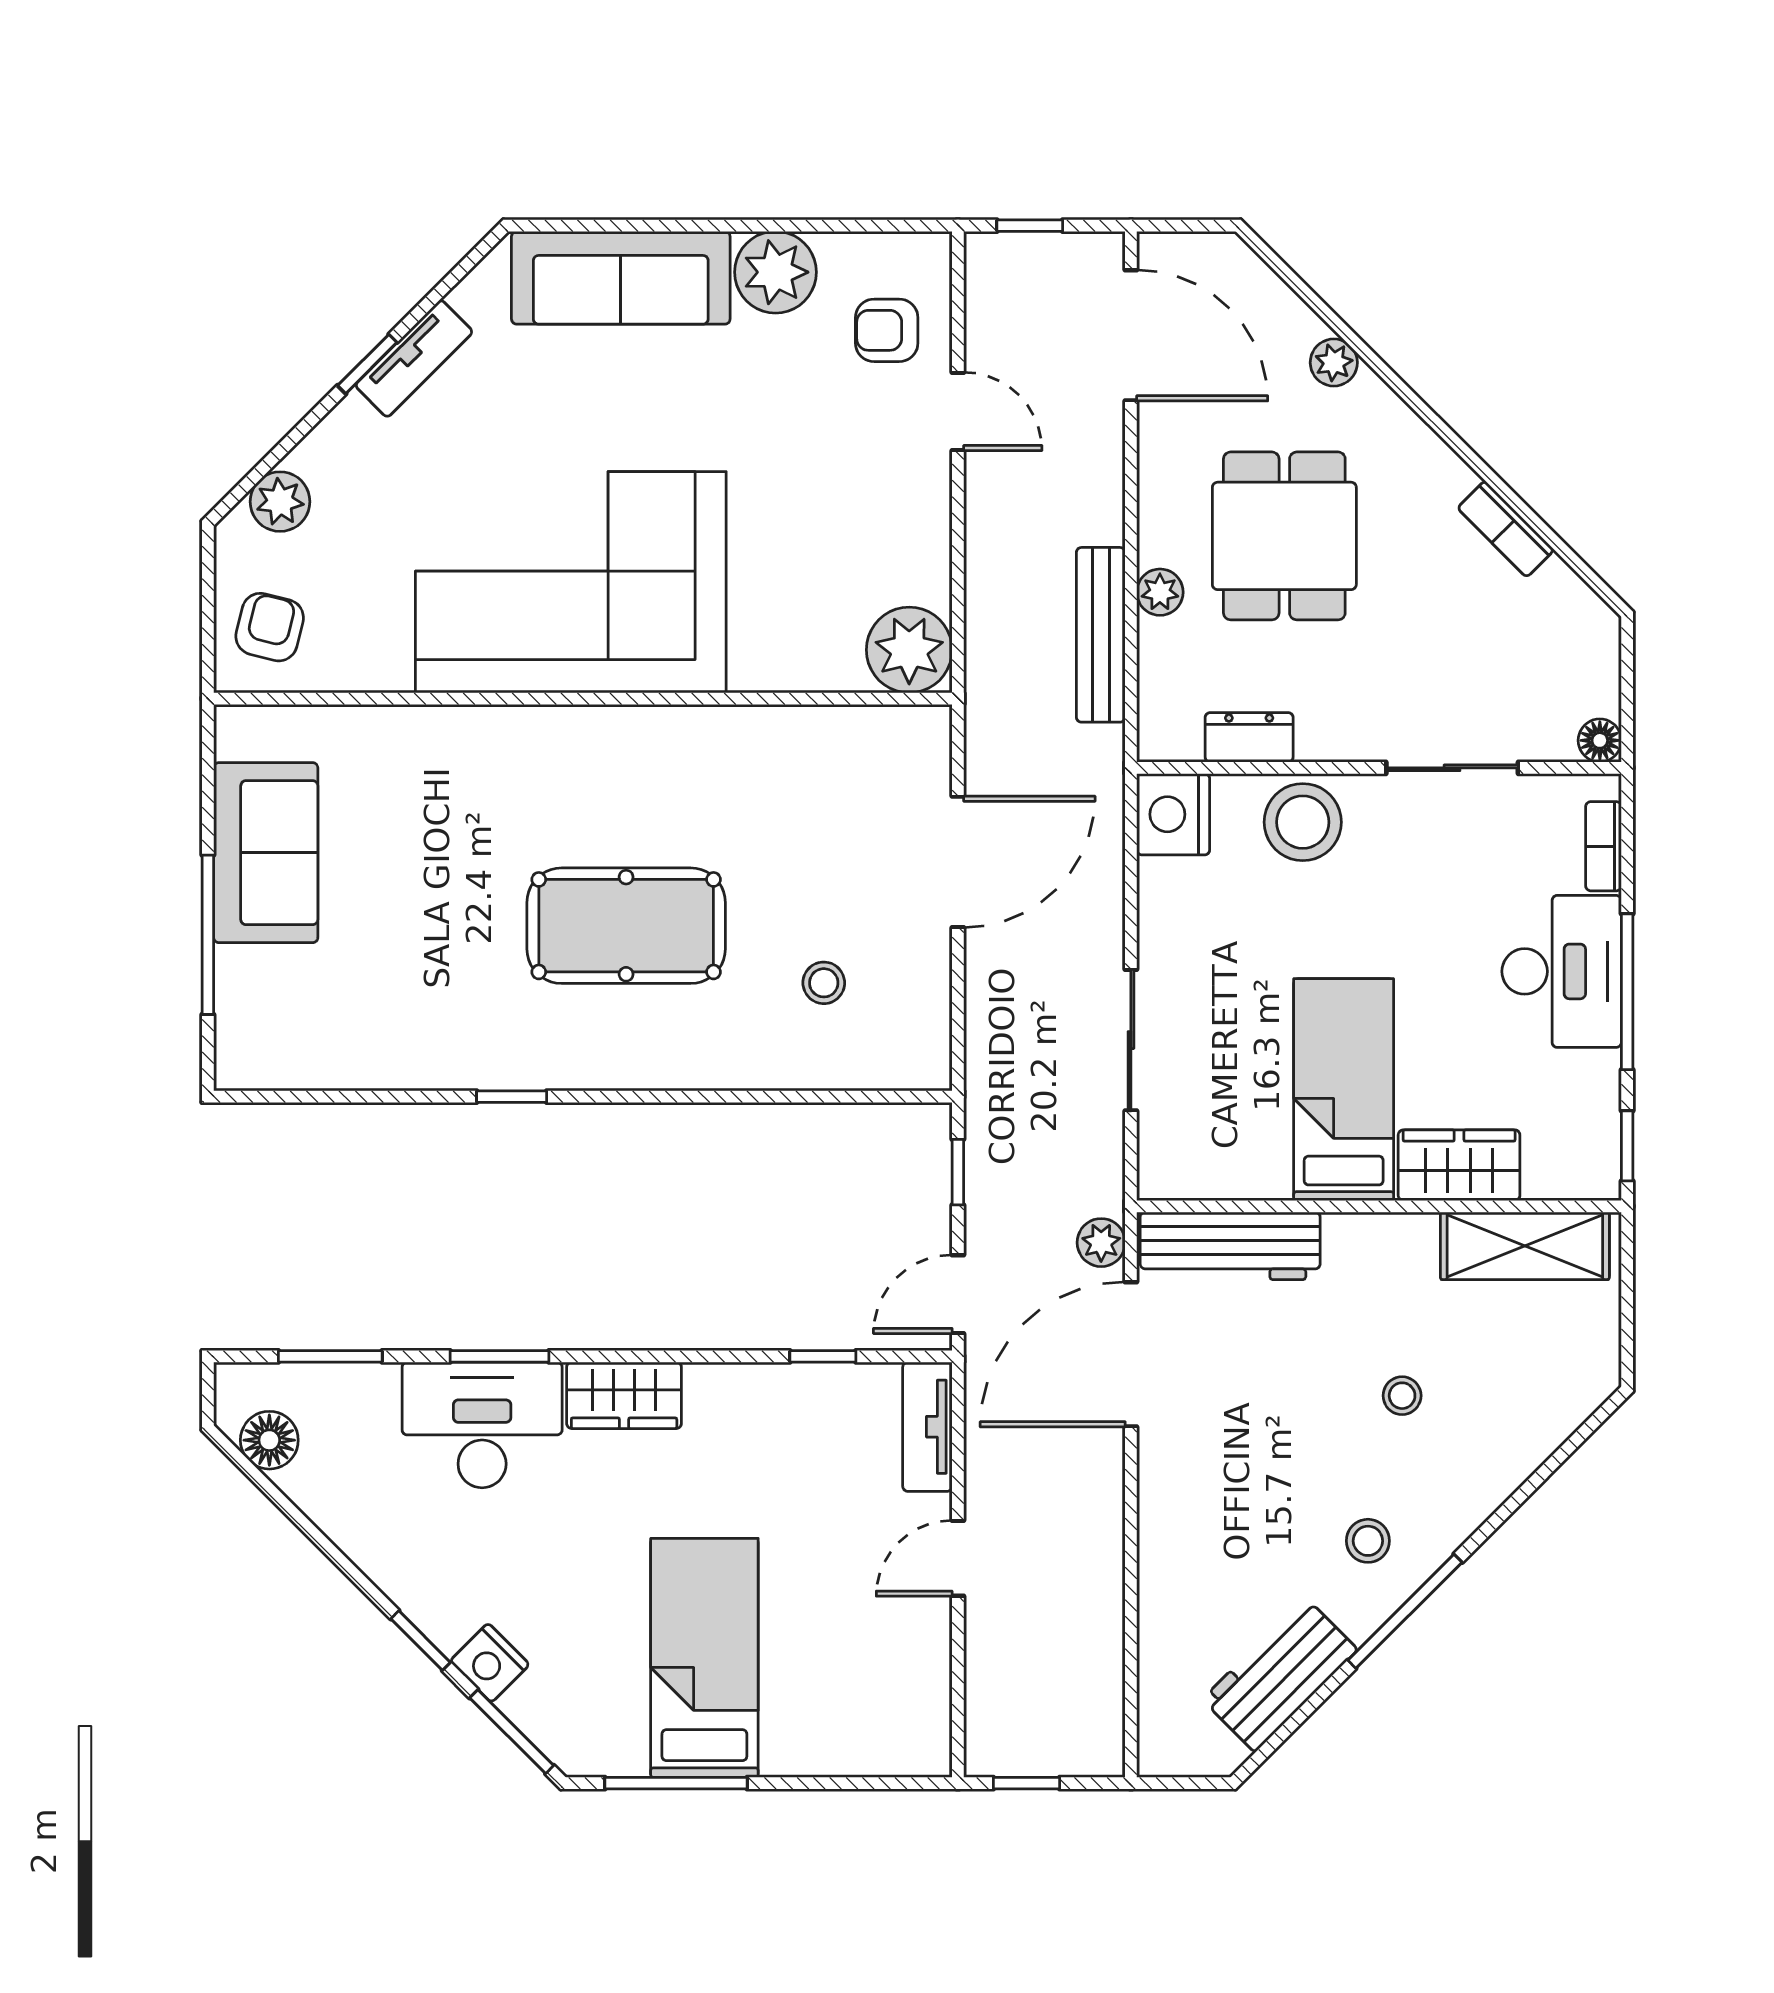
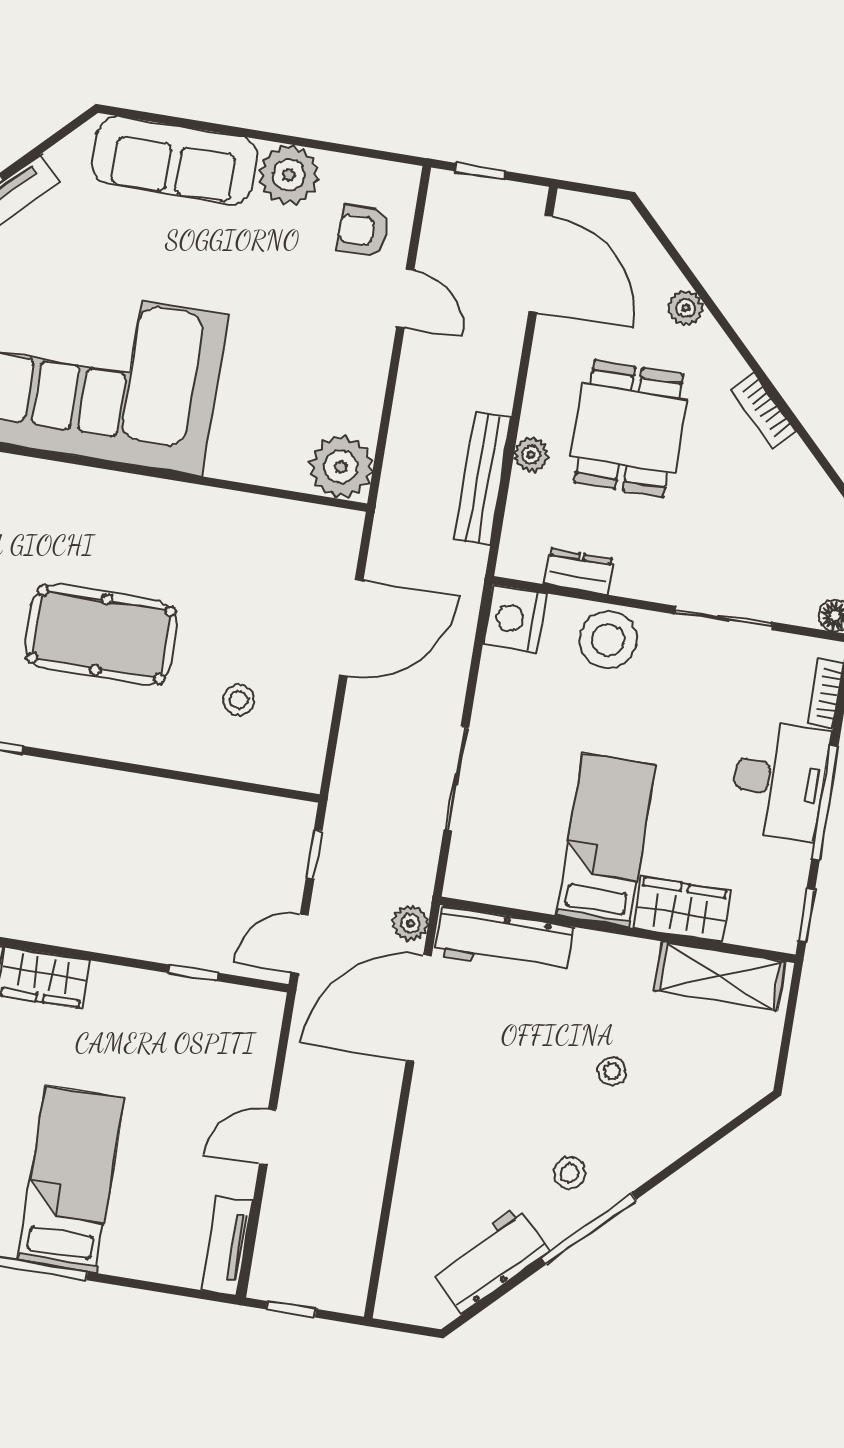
bookcase: (1506, 529) -> (763, 410), moved
tv unit: (927, 1427) -> (227, 1246), moved

